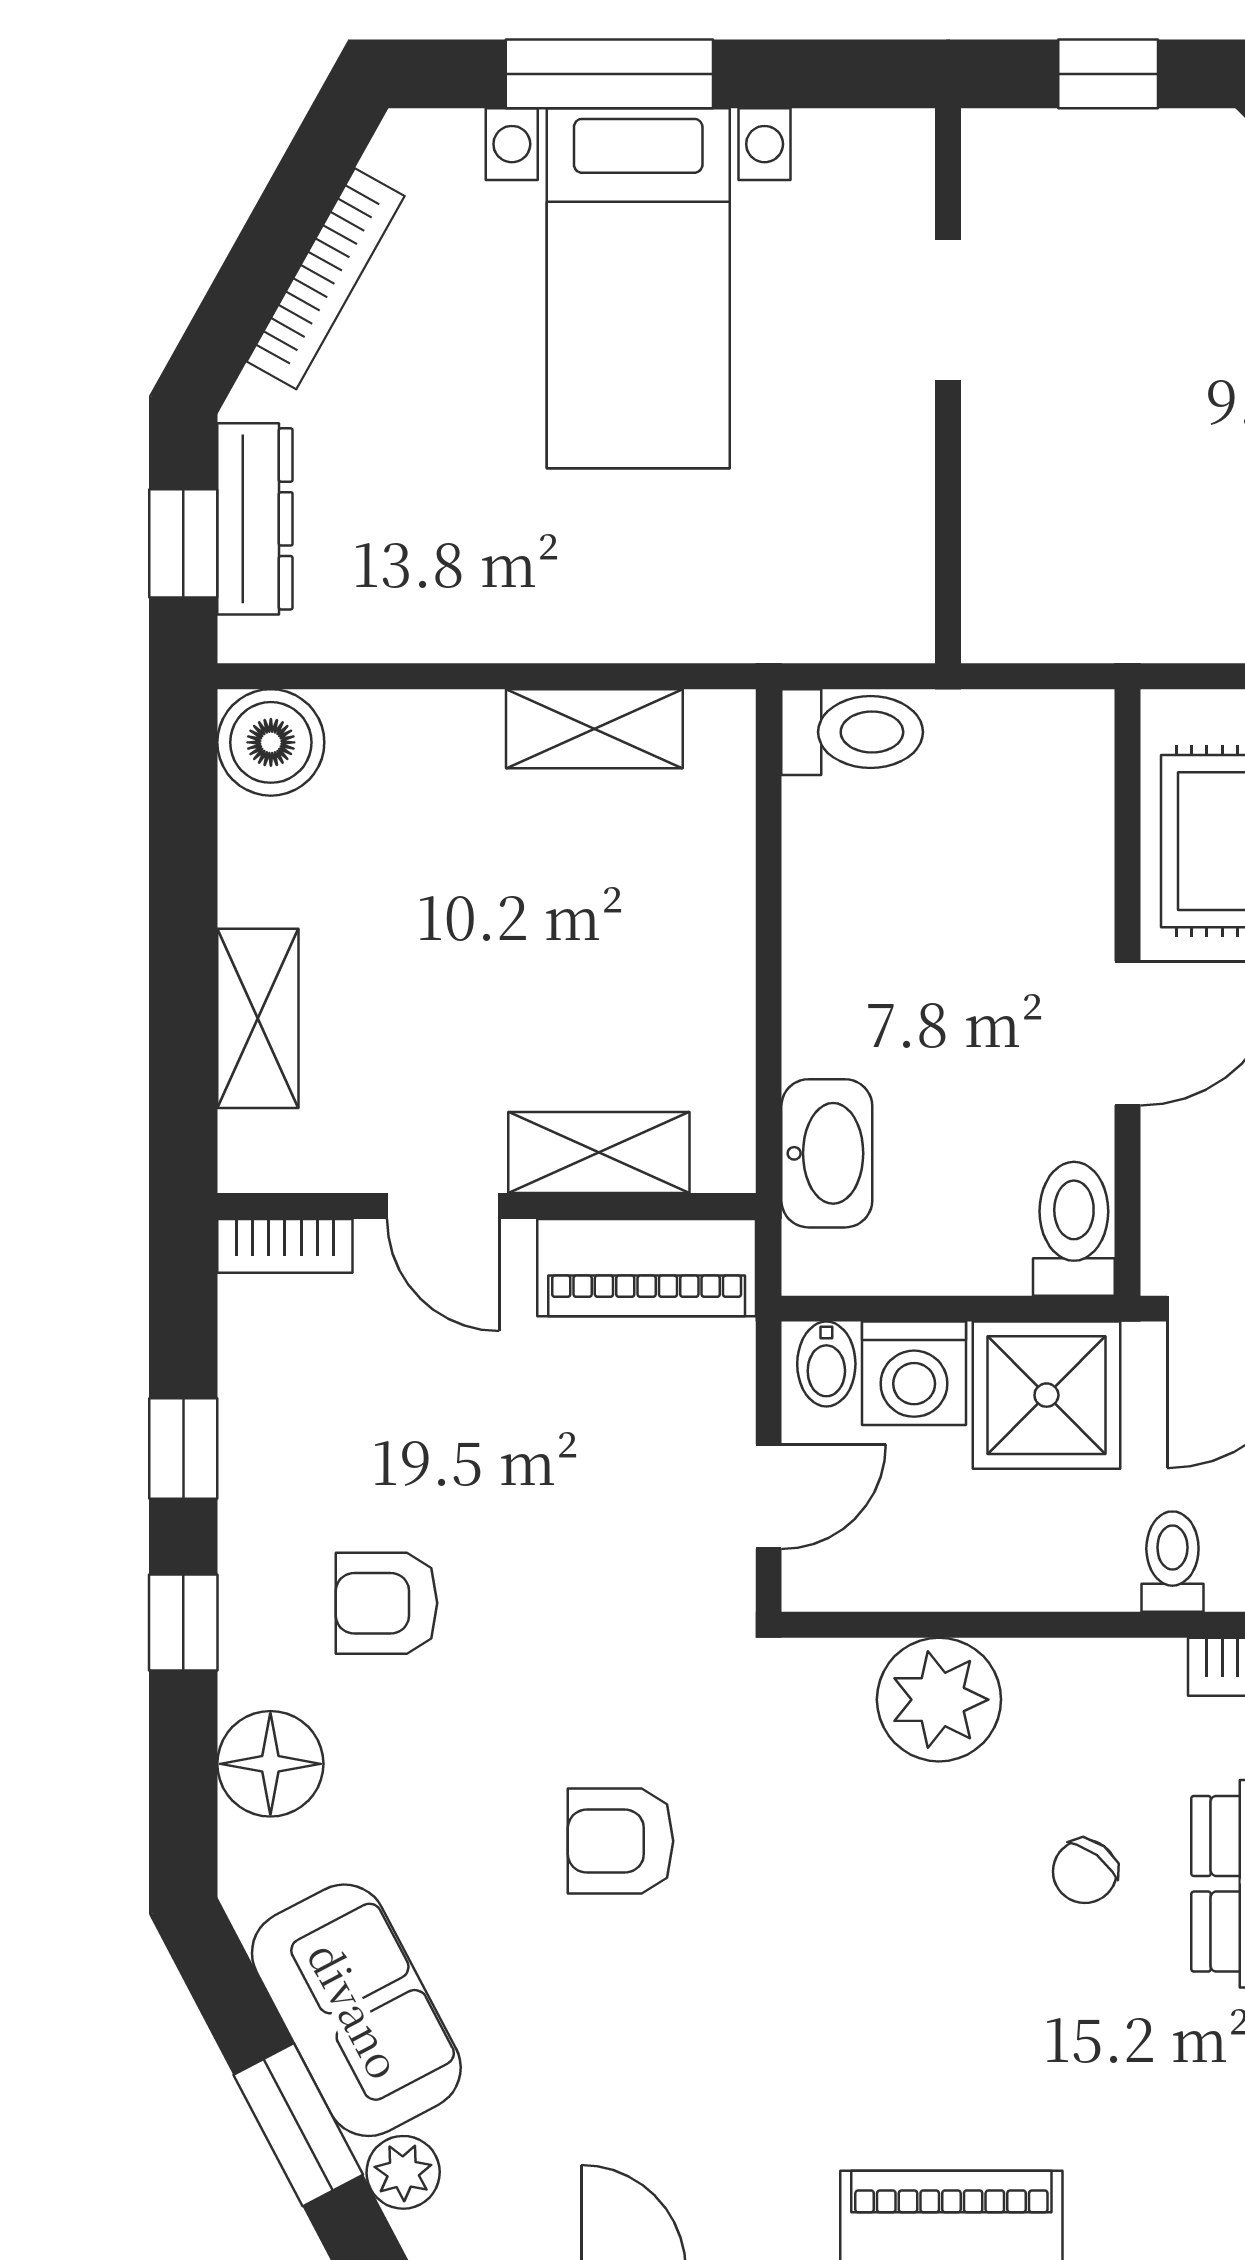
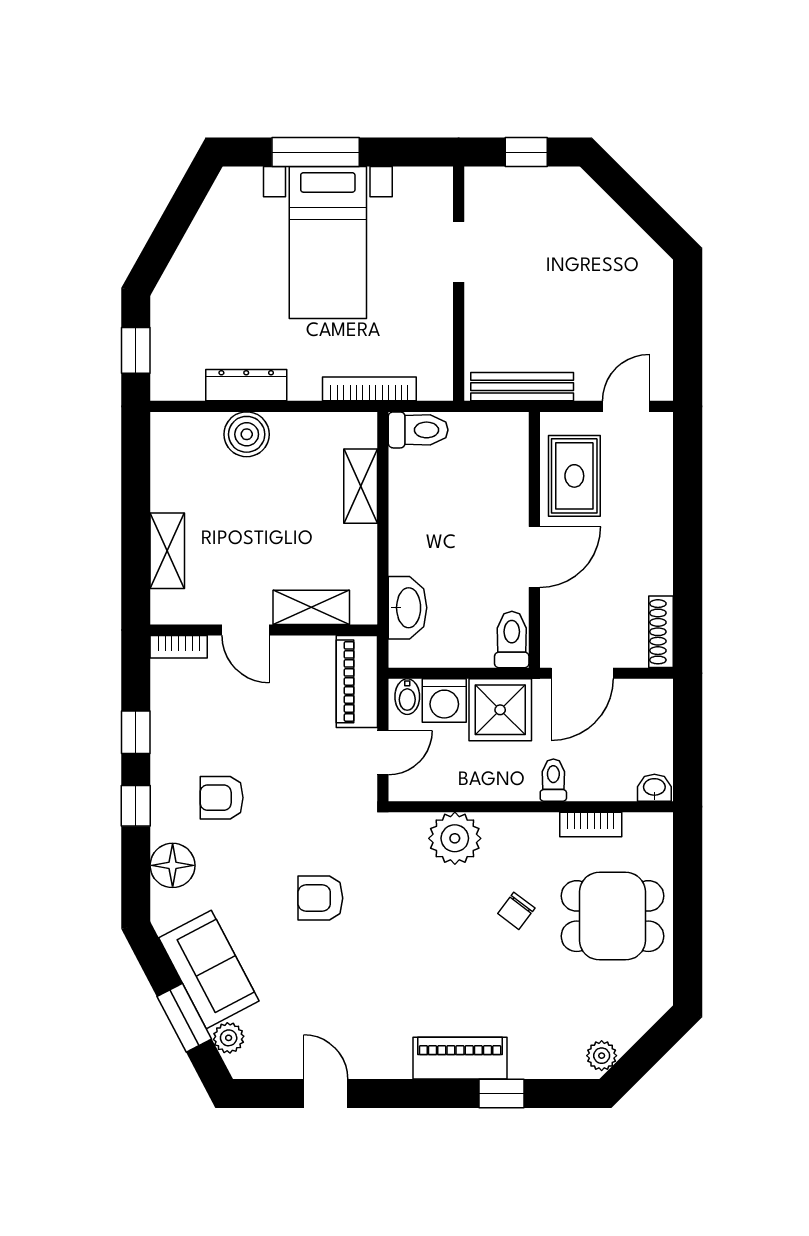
bookcase: (326, 279) -> (369, 389), moved, turned -119
dresser: (255, 519) -> (246, 385), moved, turned -90
bench: (1098, 629) -> (522, 387), added
shelving: (594, 729) -> (361, 486), moved, turned 90
boiler: (271, 742) -> (247, 434), moved
piano: (647, 1268) -> (357, 681), moved, turned 90

